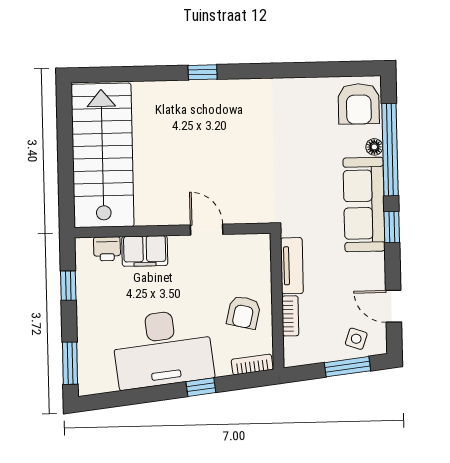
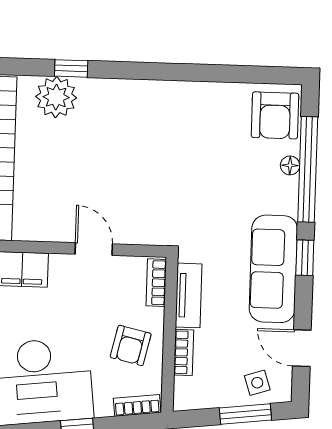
window: (203, 72) -> (71, 68), moved
plant: (166, 99) -> (56, 97), added
sofa: (364, 204) -> (273, 269), moved
bookcase: (263, 256) -> (156, 283), added
side table: (356, 339) -> (257, 383), turned -37

